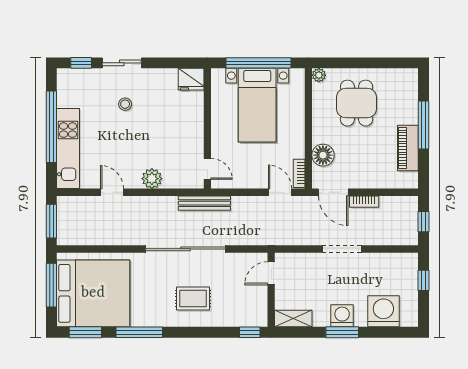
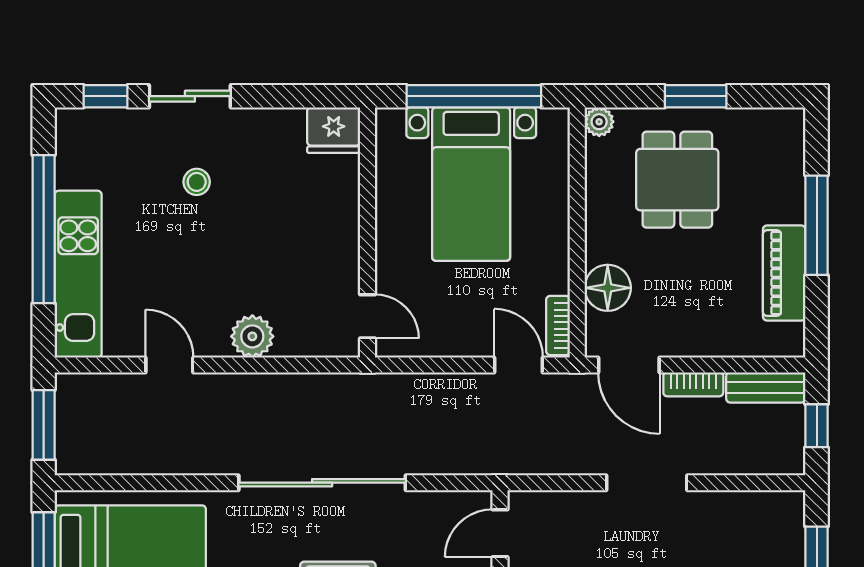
window: (365, 63) -> (696, 96), added
bench: (204, 203) -> (766, 387), moved, width x0.73

